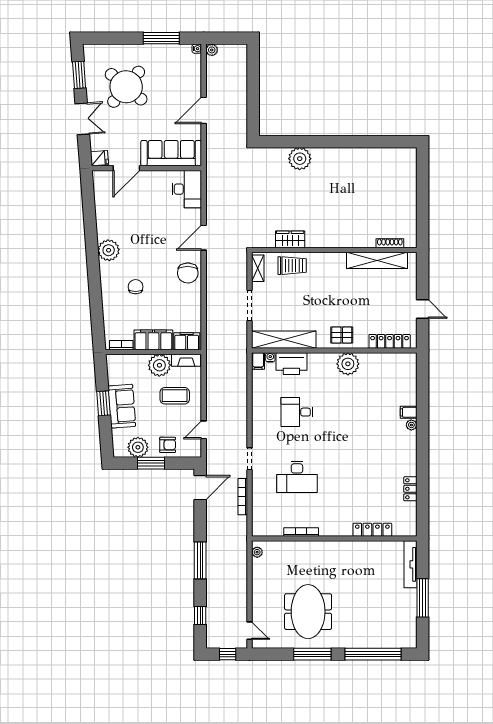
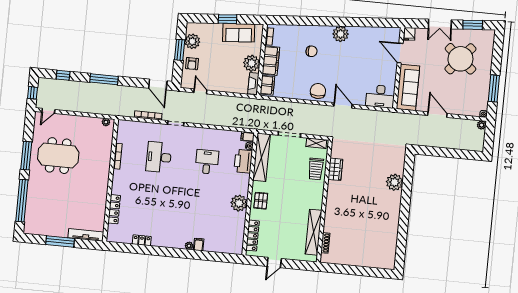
chair: (188, 273) -> (318, 91), turned 89
coffee table: (175, 396) -> (228, 72), removed
sofa: (122, 406) -> (239, 33), moved

